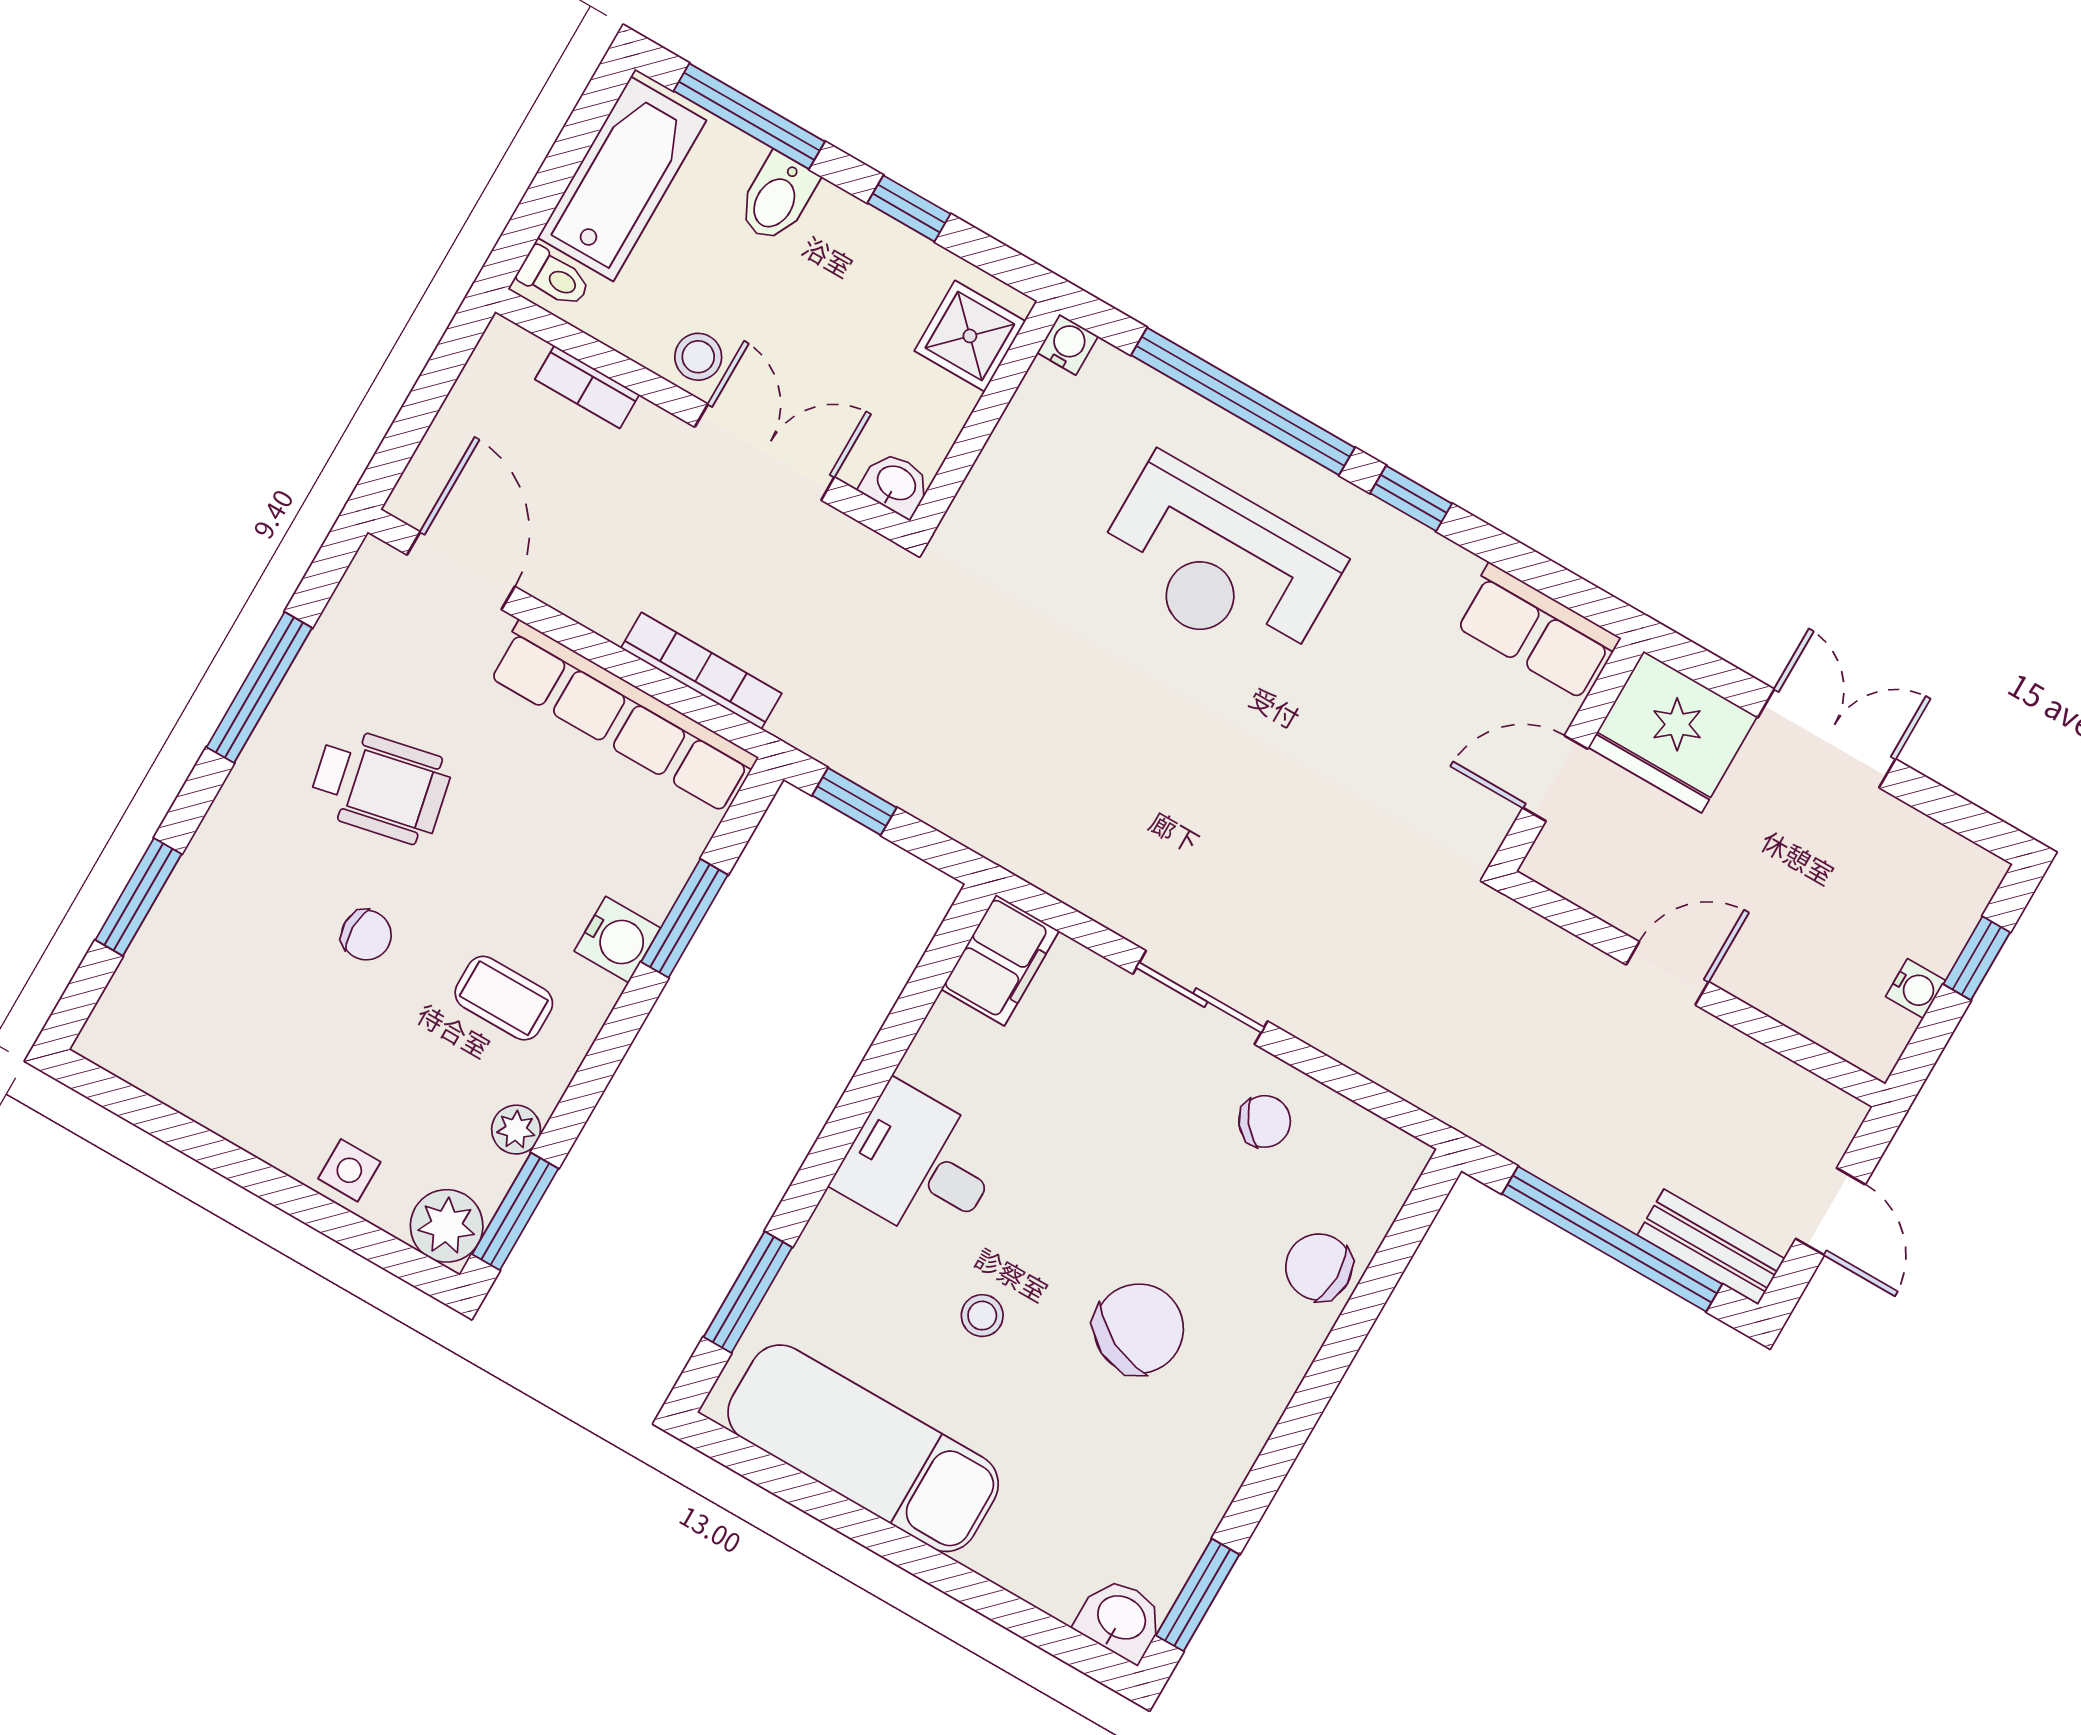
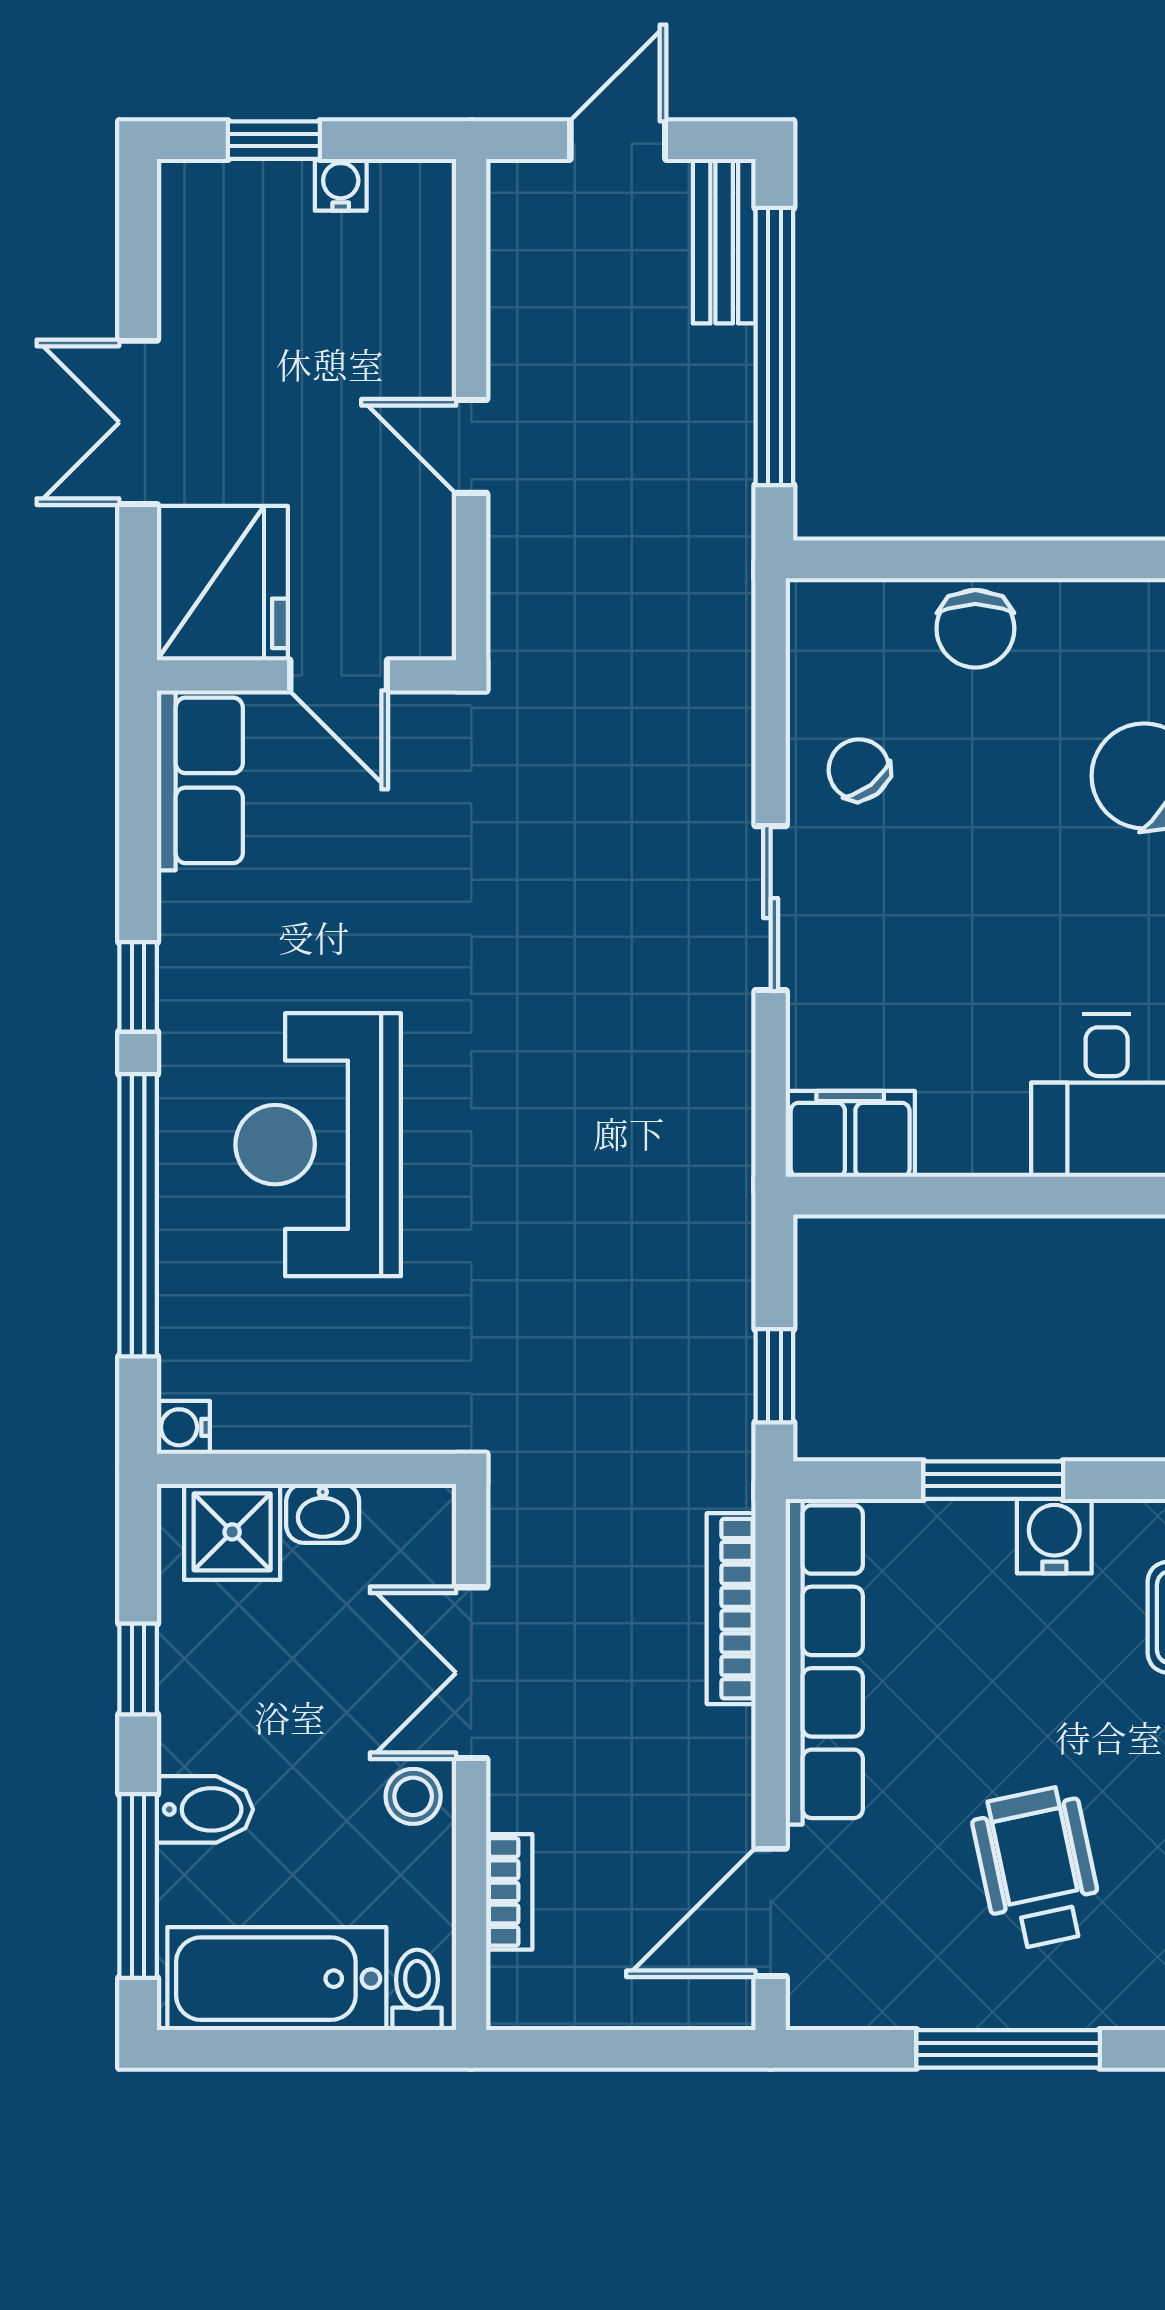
washbasin: (896, 484) -> (323, 1513), moved, turned -90
reception desk: (1218, 564) -> (318, 1145), turned 180

